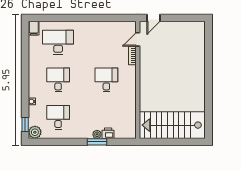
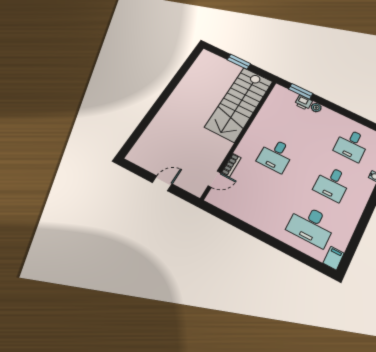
door: (154, 18) -> (162, 183), moved
stairs: (172, 125) -> (239, 104), moved, turned 90
window: (97, 142) -> (301, 91), moved
window: (173, 142) -> (239, 62), added

